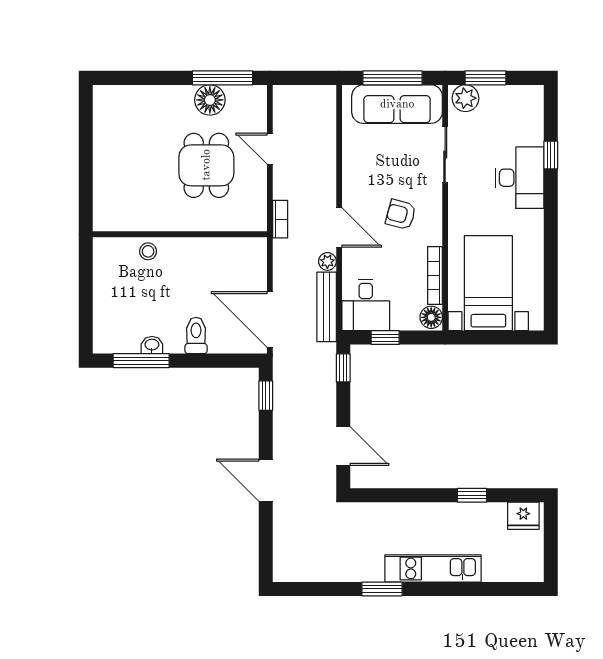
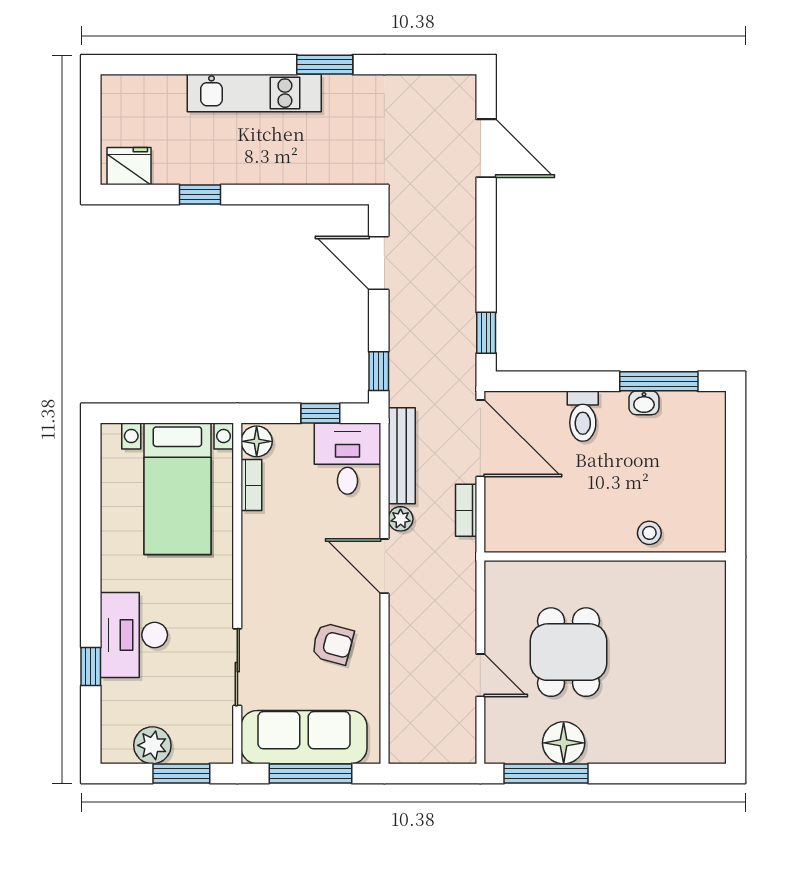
plant: (466, 98) -> (152, 745), moved
armchair: (401, 214) -> (333, 644), moved
bookcase: (280, 219) -> (466, 510), moved
bookcase: (435, 275) -> (251, 485), width x0.64
door: (266, 480) -> (486, 148), moved

